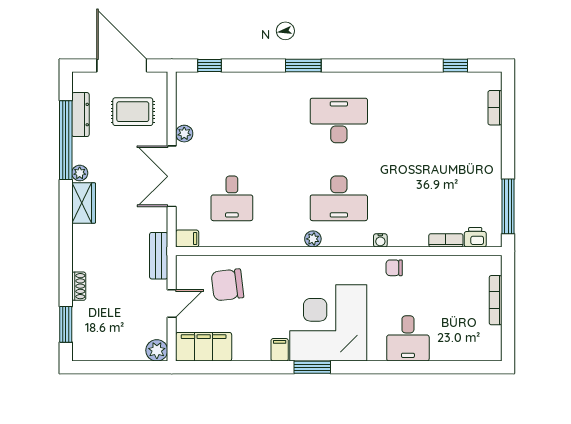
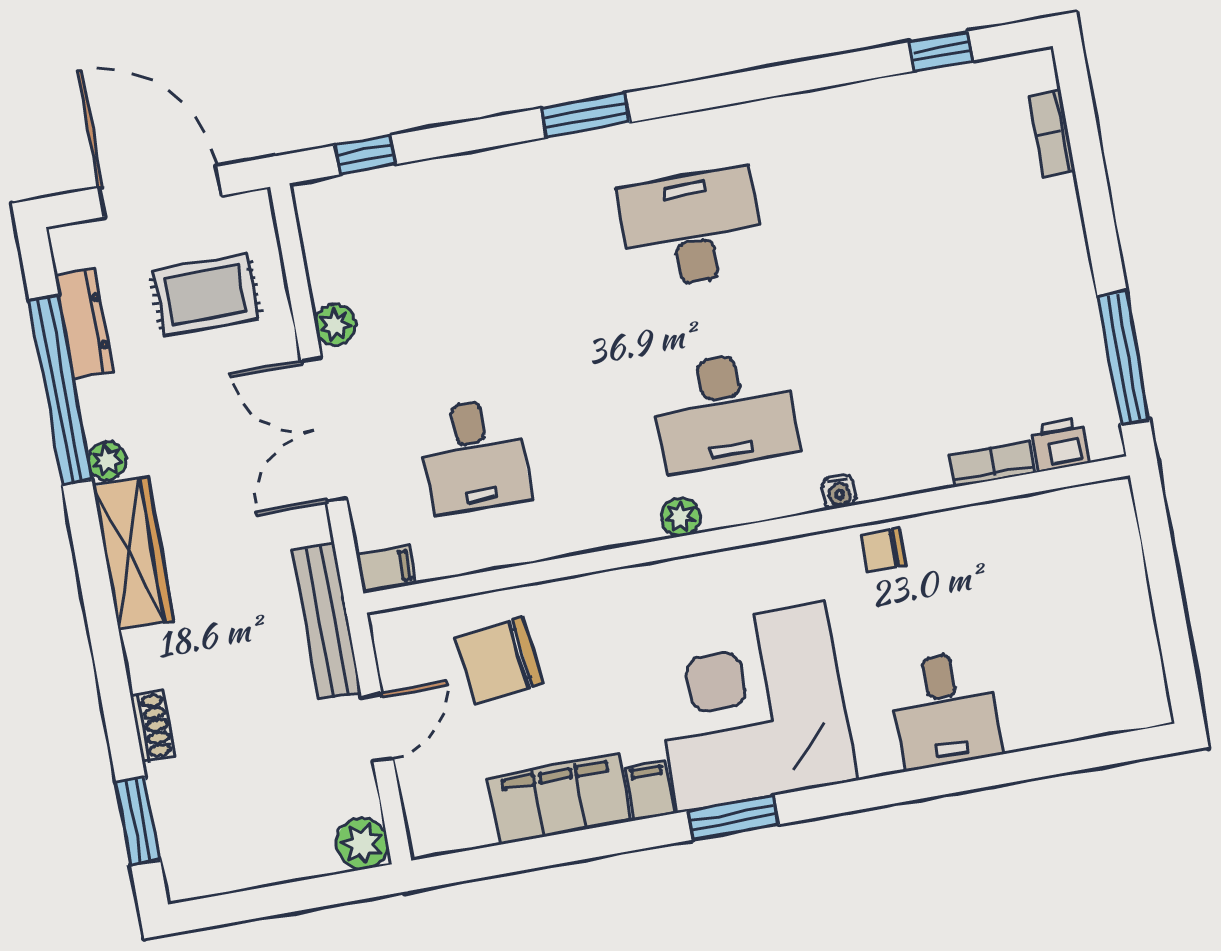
wardrobe: (84, 203) -> (133, 553), width x1.50
bench: (159, 256) -> (327, 621), width x1.36
bookcase: (496, 300) -> (1134, 583), removed
filing cabinet: (204, 347) -> (559, 799), moved

